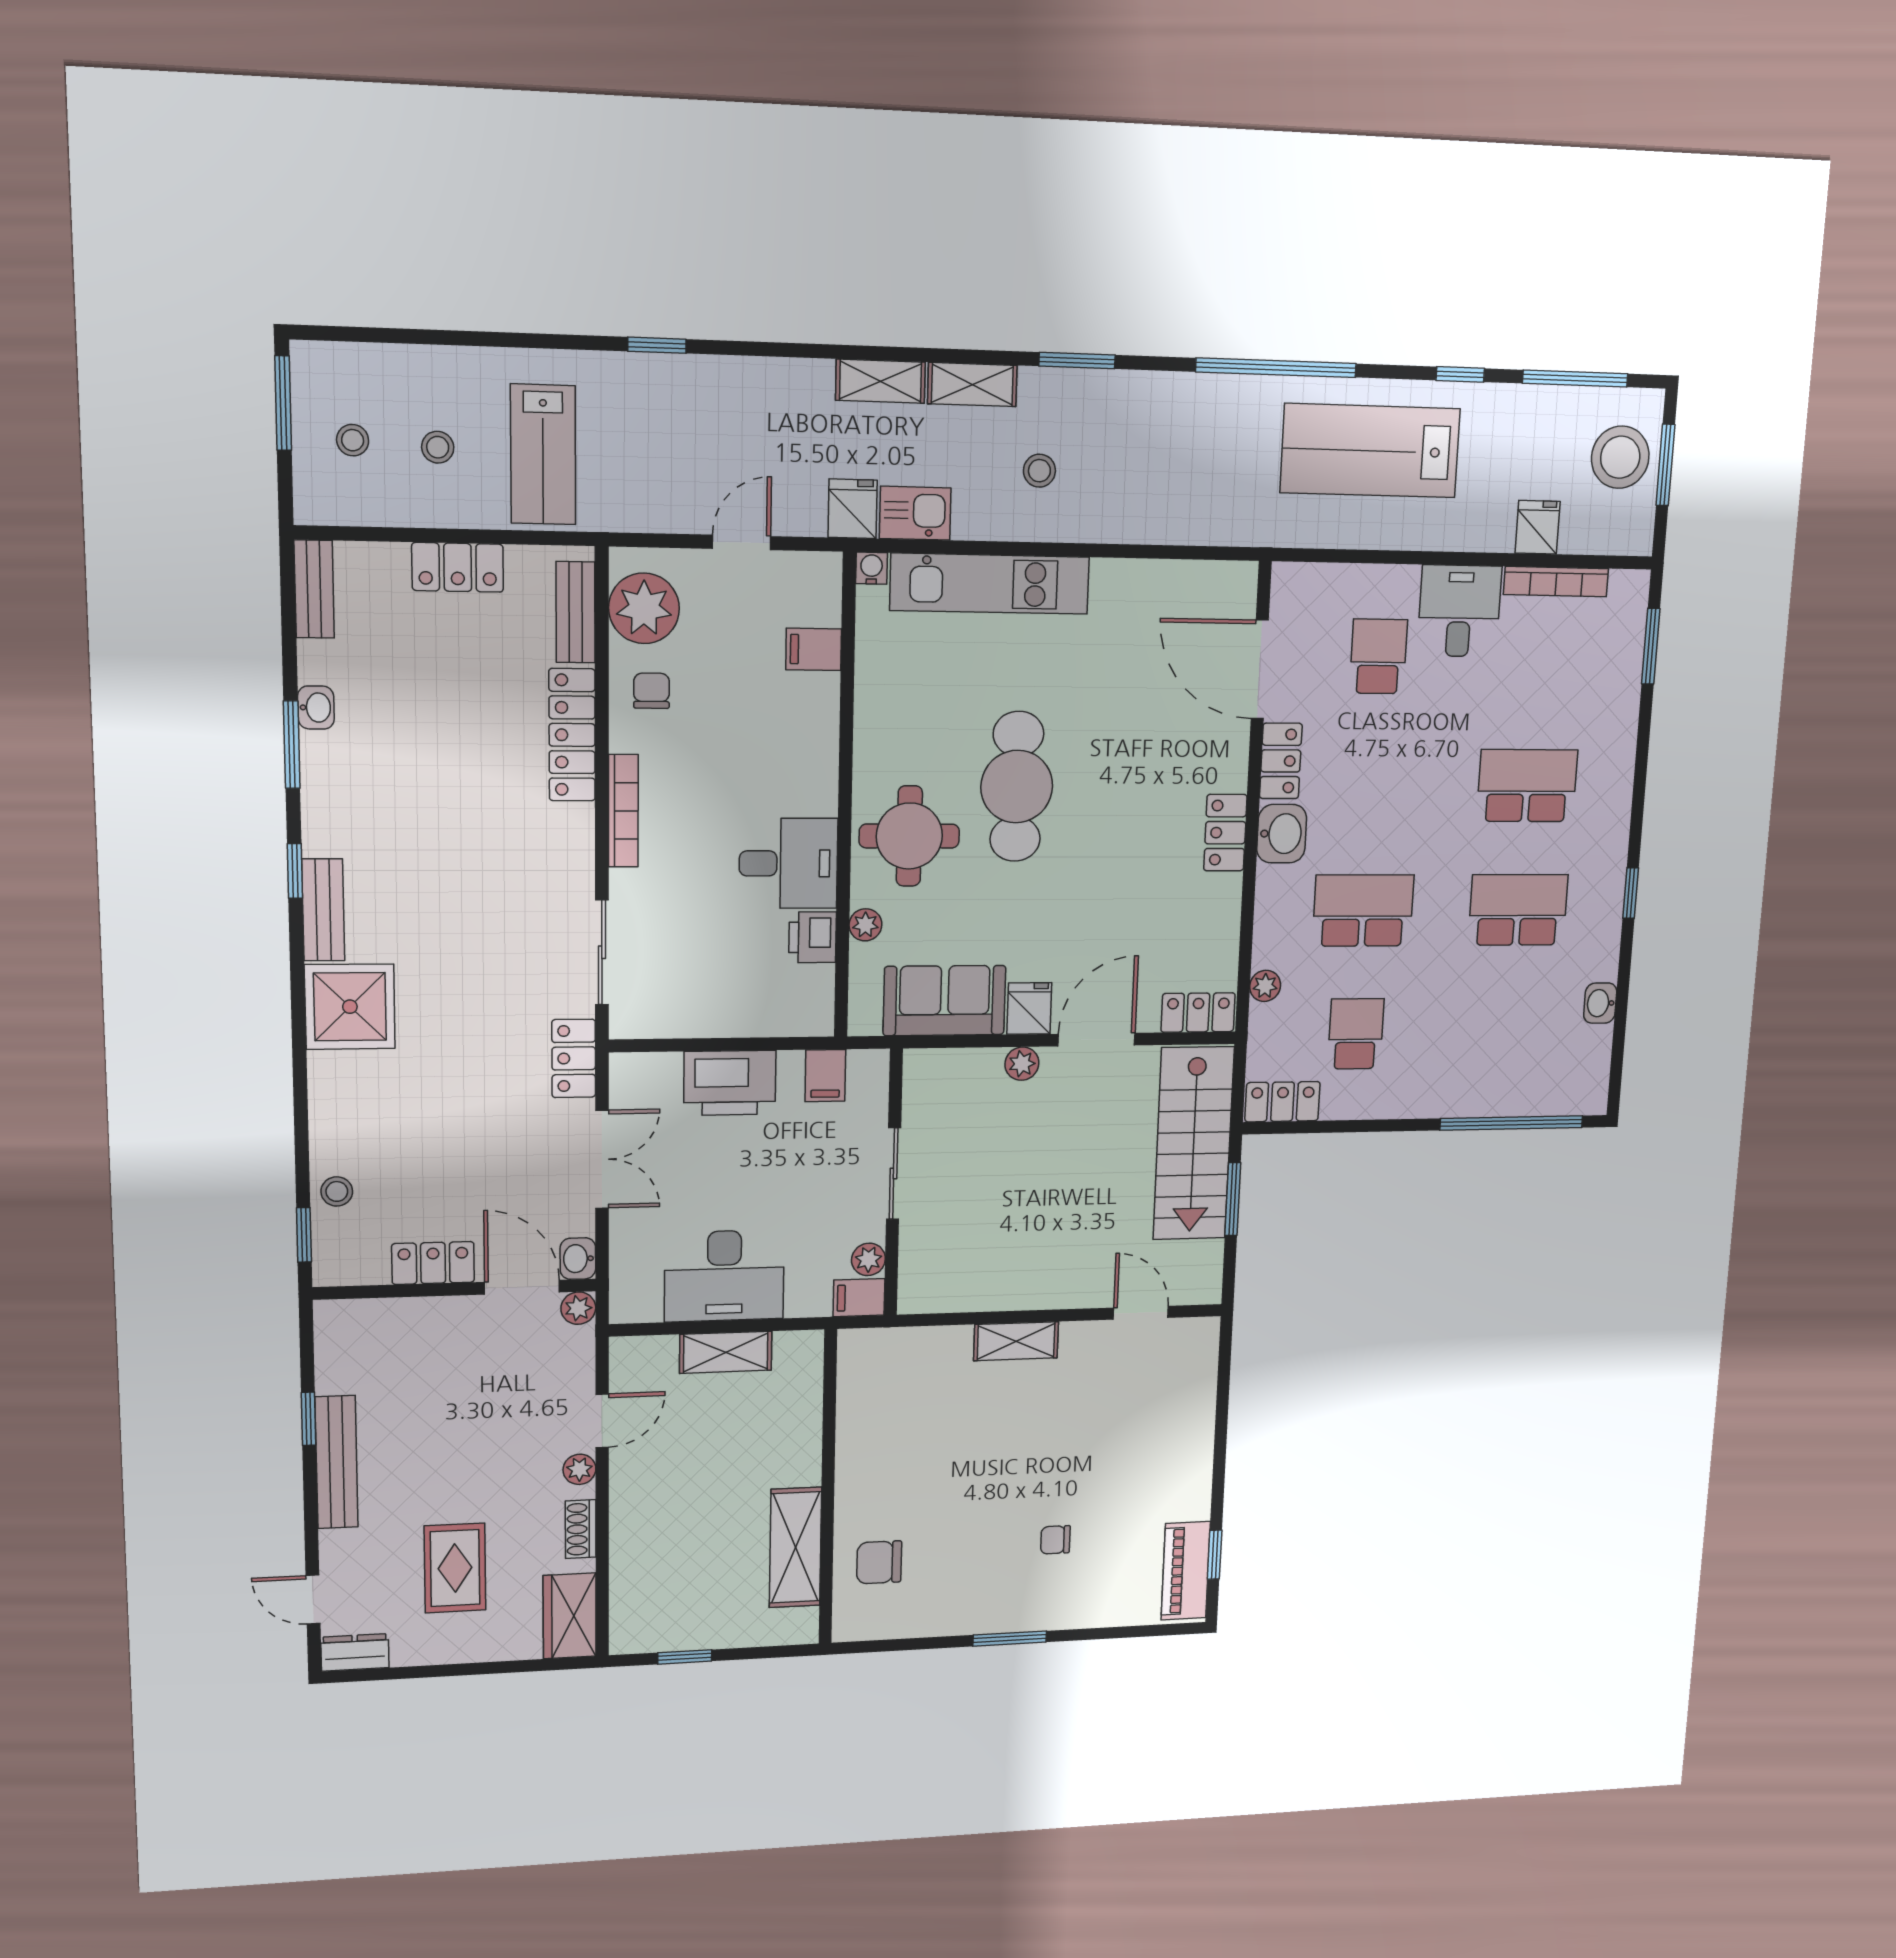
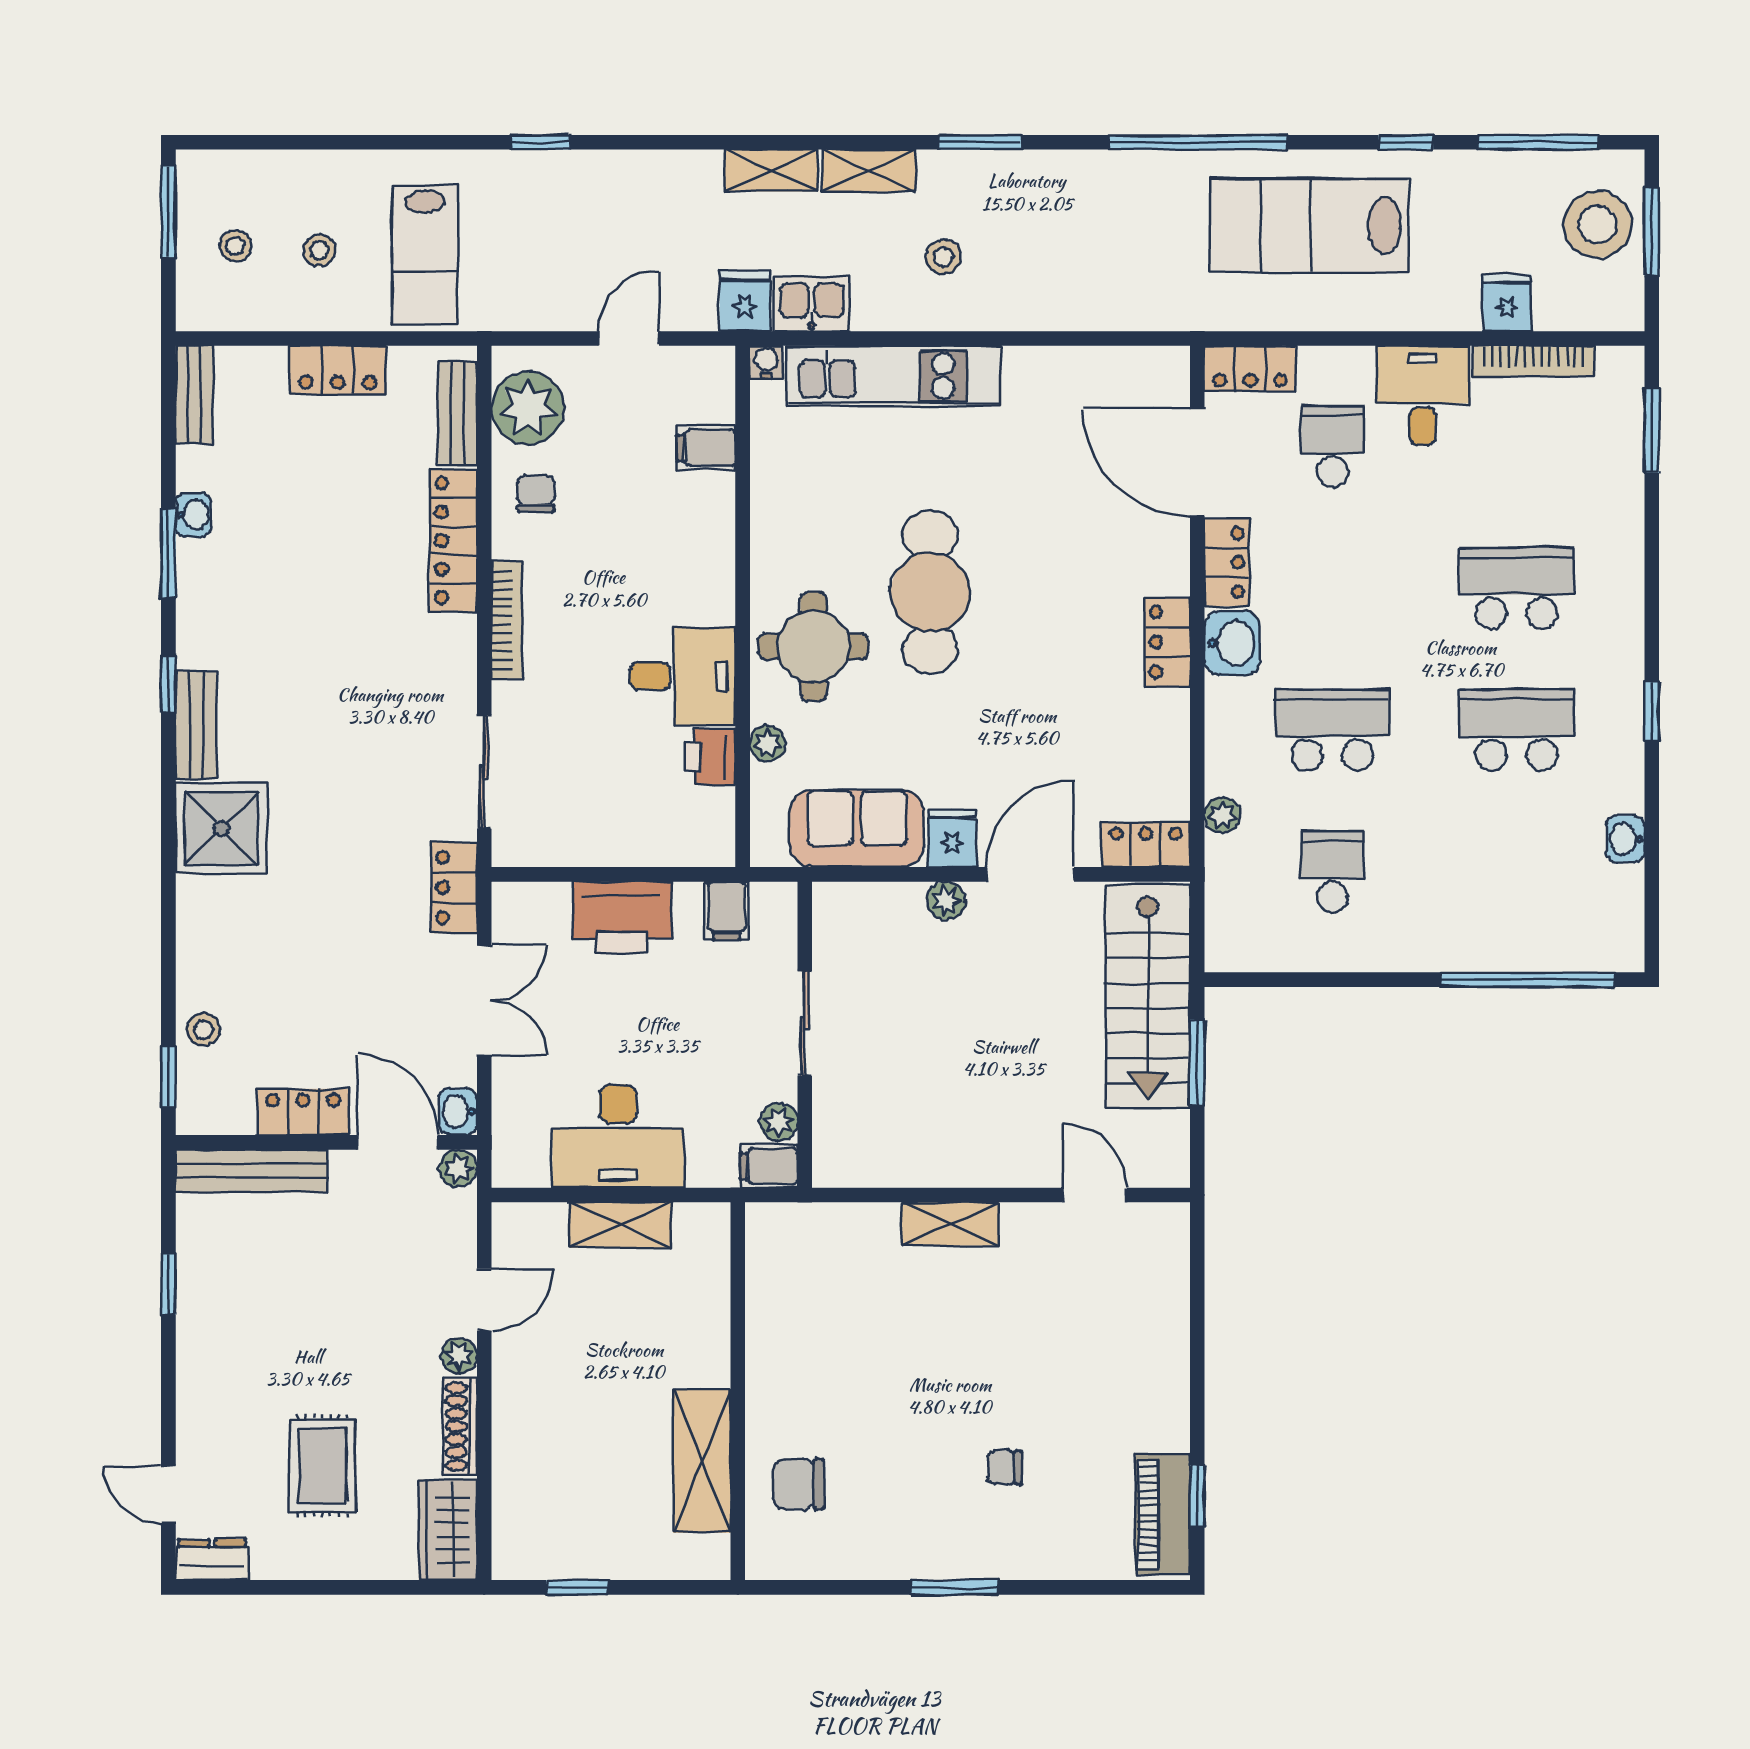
locker: (1282, 1102) -> (1250, 369), moved, turned 180
bench: (337, 1462) -> (252, 1171), moved, turned 90
shoe rack: (581, 1529) -> (460, 1426), width x1.43

